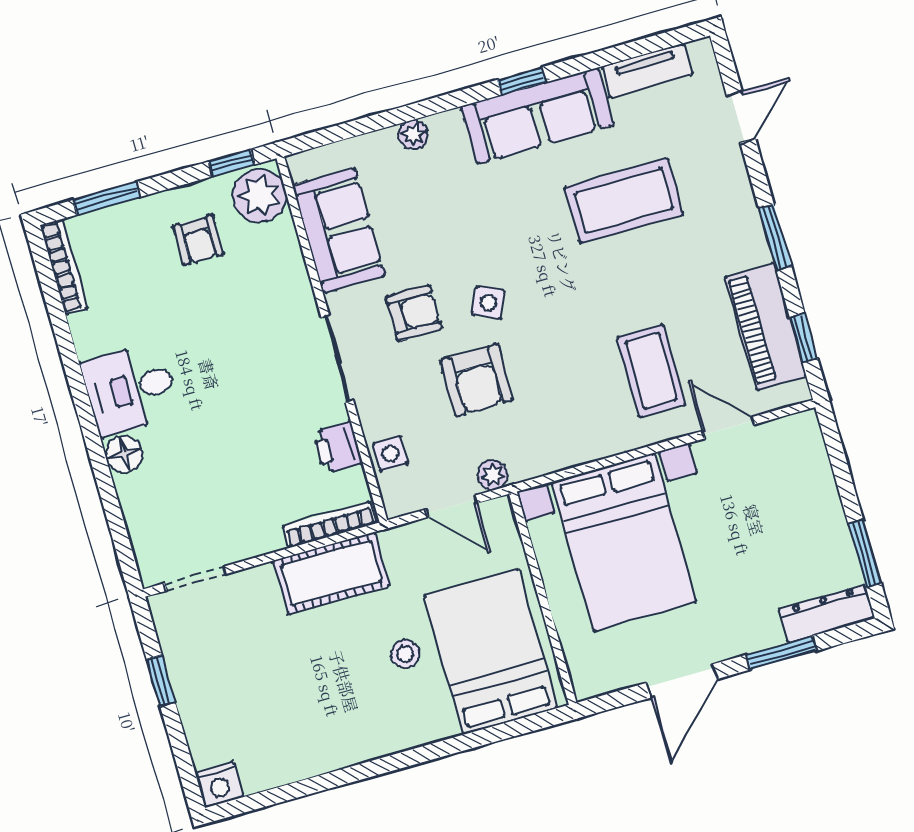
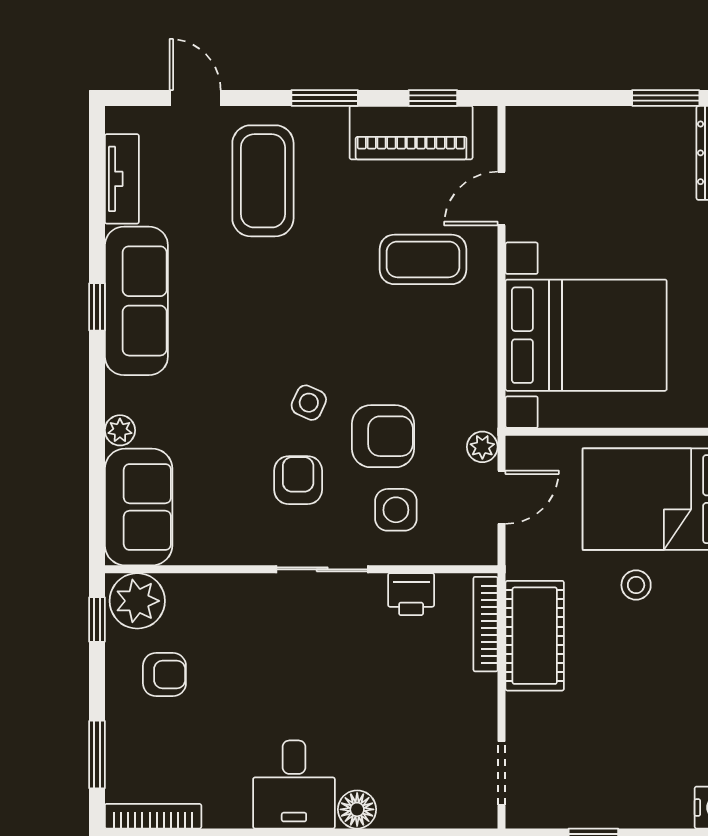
coffee table: (624, 201) -> (263, 181), moved
sofa: (339, 230) -> (139, 507), moved, turned 90
side table: (391, 454) -> (396, 510), moved, width x1.37, depth x1.37

